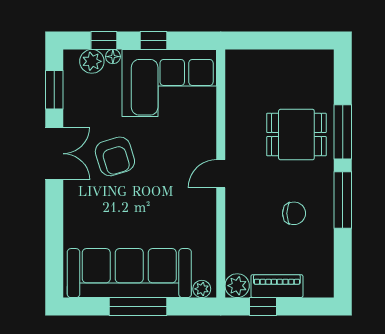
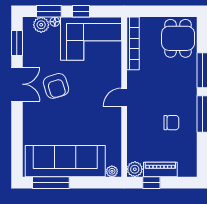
window: (104, 40) -> (49, 11), width x1.50
bookcase: (234, 90) -> (133, 43), added
dining table: (296, 135) -> (178, 38), moved, turned 90
window: (138, 307) -> (51, 183), moved

